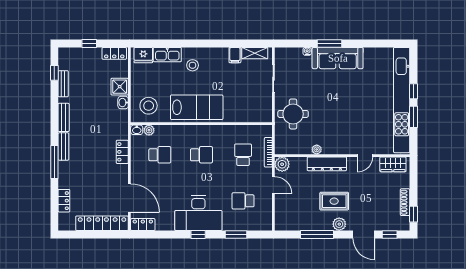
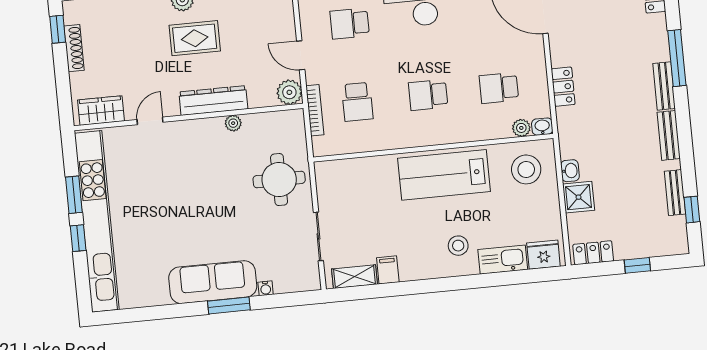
school desk: (243, 201) -> (350, 23), turned 180

